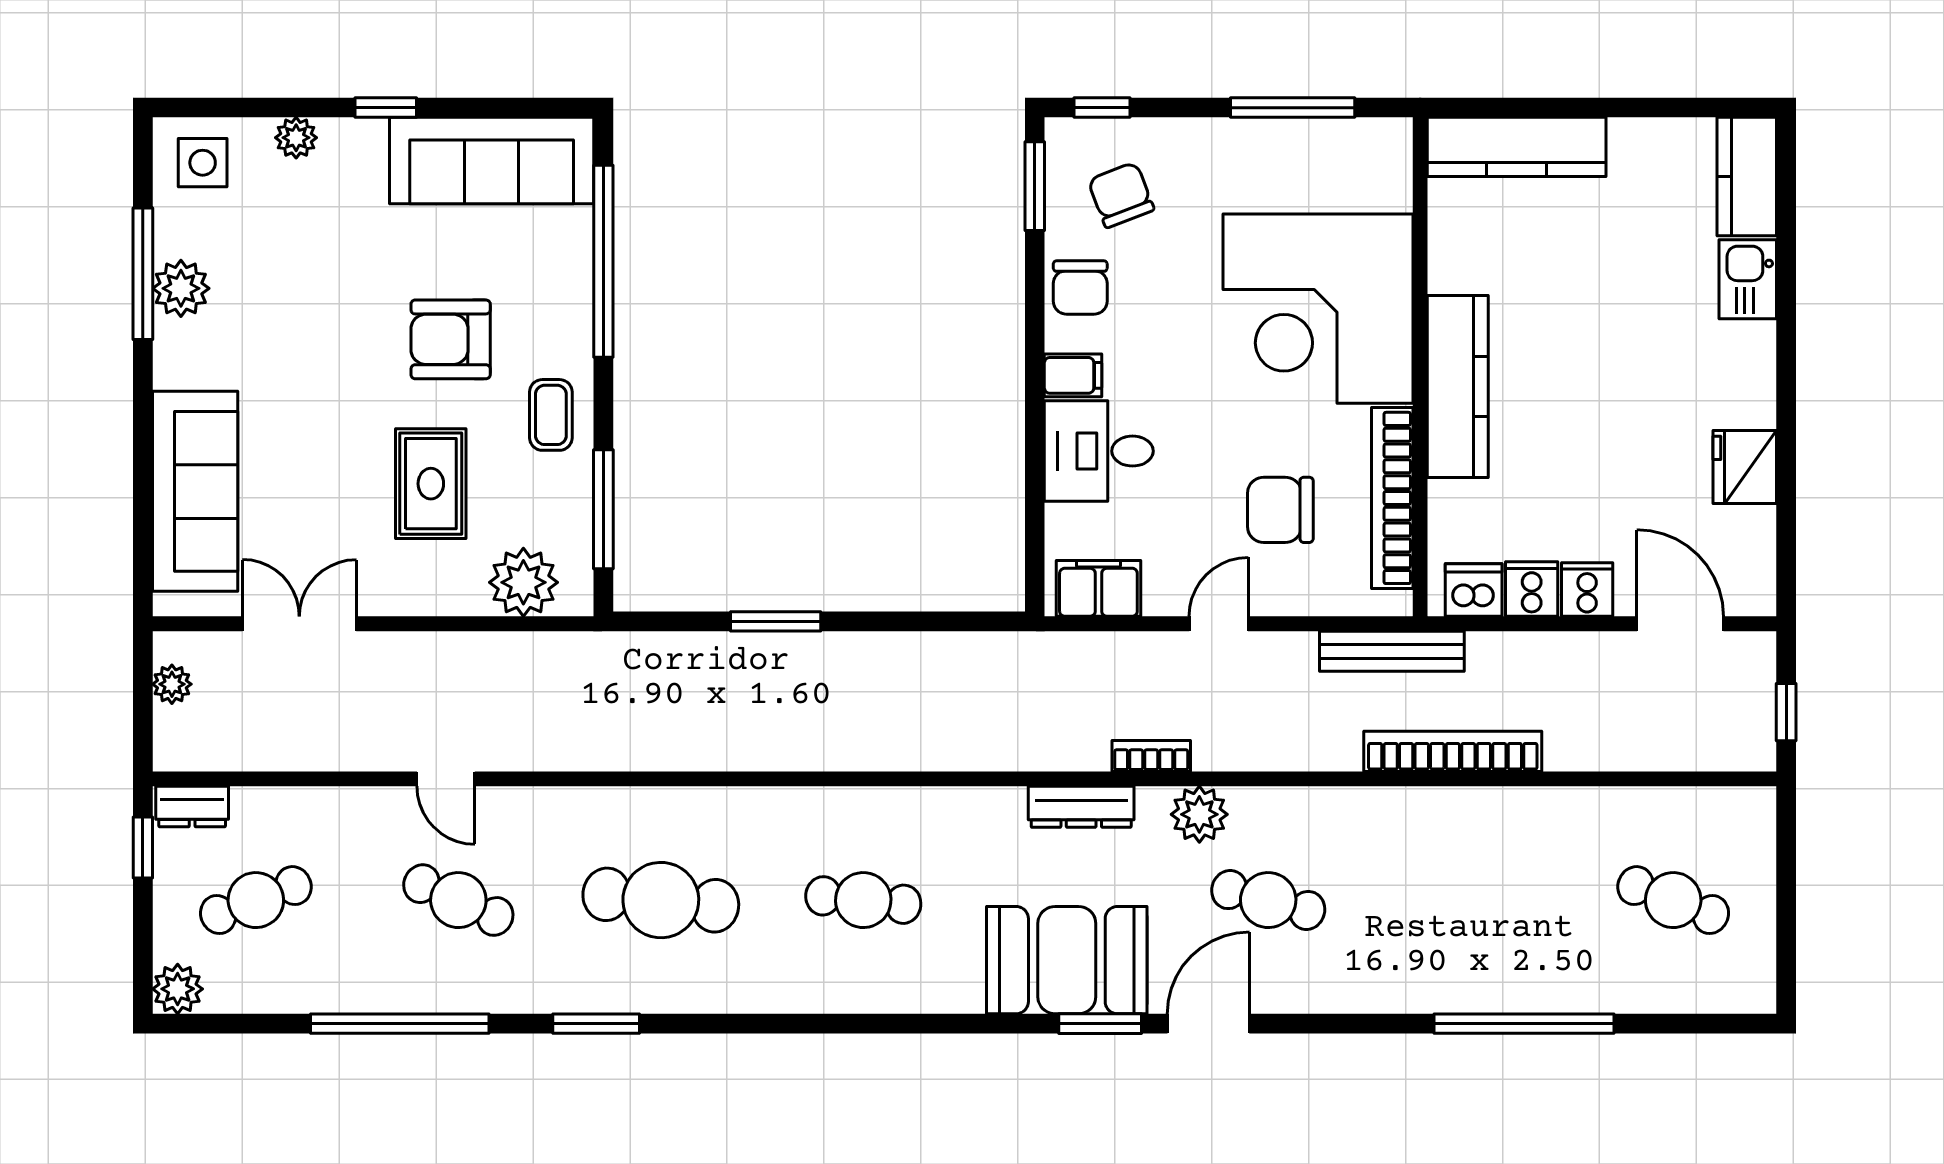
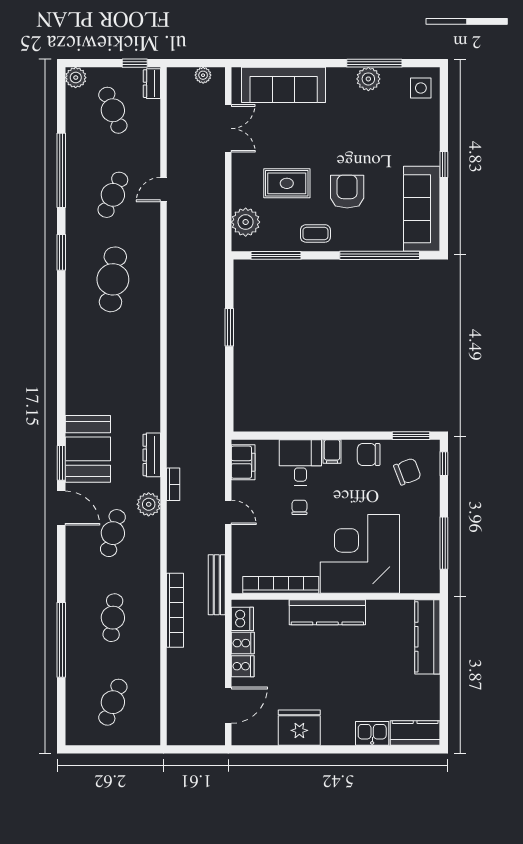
plant: (296, 138) -> (431, 127), removed
fridge: (1745, 467) -> (299, 728), width x1.36, depth x1.34
chair: (1280, 510) -> (299, 507), moved, width x0.54, depth x0.54
window: (1786, 712) -> (191, 749), removed
cafe table: (863, 900) -> (113, 618), moved

